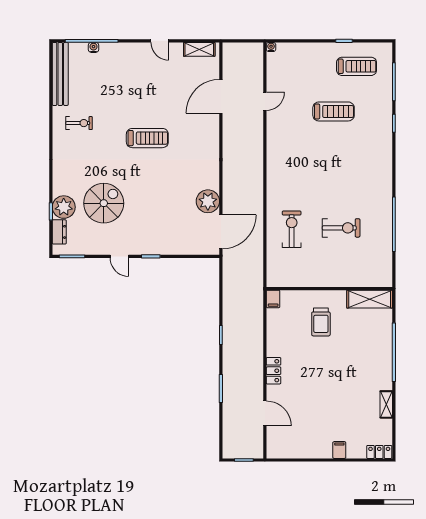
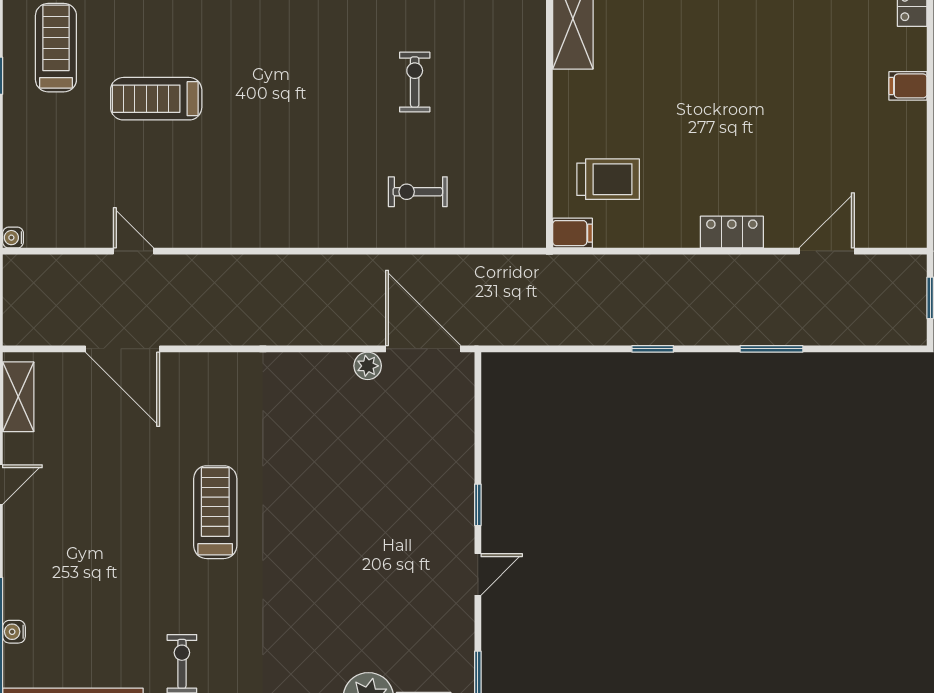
treadmill: (334, 111) -> (156, 99), turned -90
plant: (208, 201) -> (368, 366), width x0.53, depth x0.53
spiral stairs: (104, 203) -> (360, 609), removed
exercise bike: (341, 228) -> (415, 82), width x0.73, depth x0.72
exercise bike: (292, 229) -> (418, 192), width x0.73, depth x0.72
trolley: (321, 322) -> (608, 179), moved

